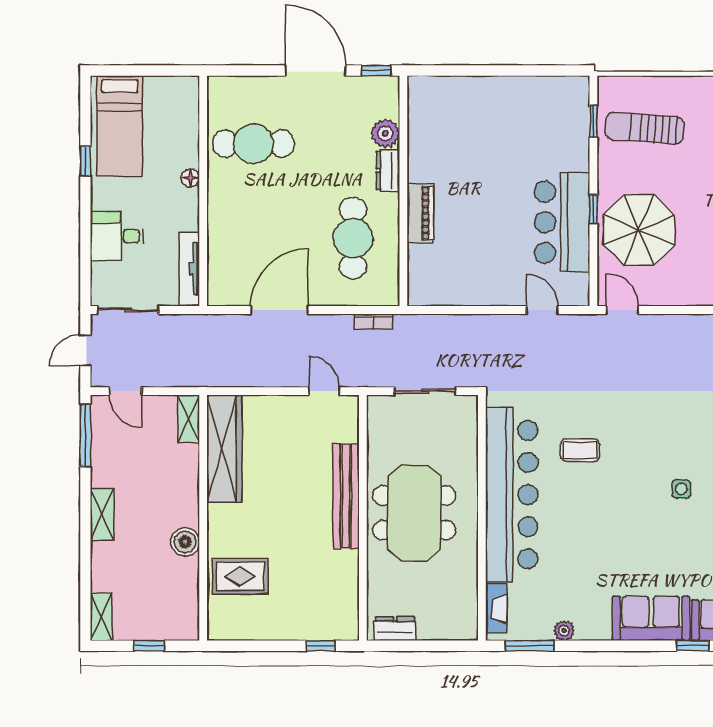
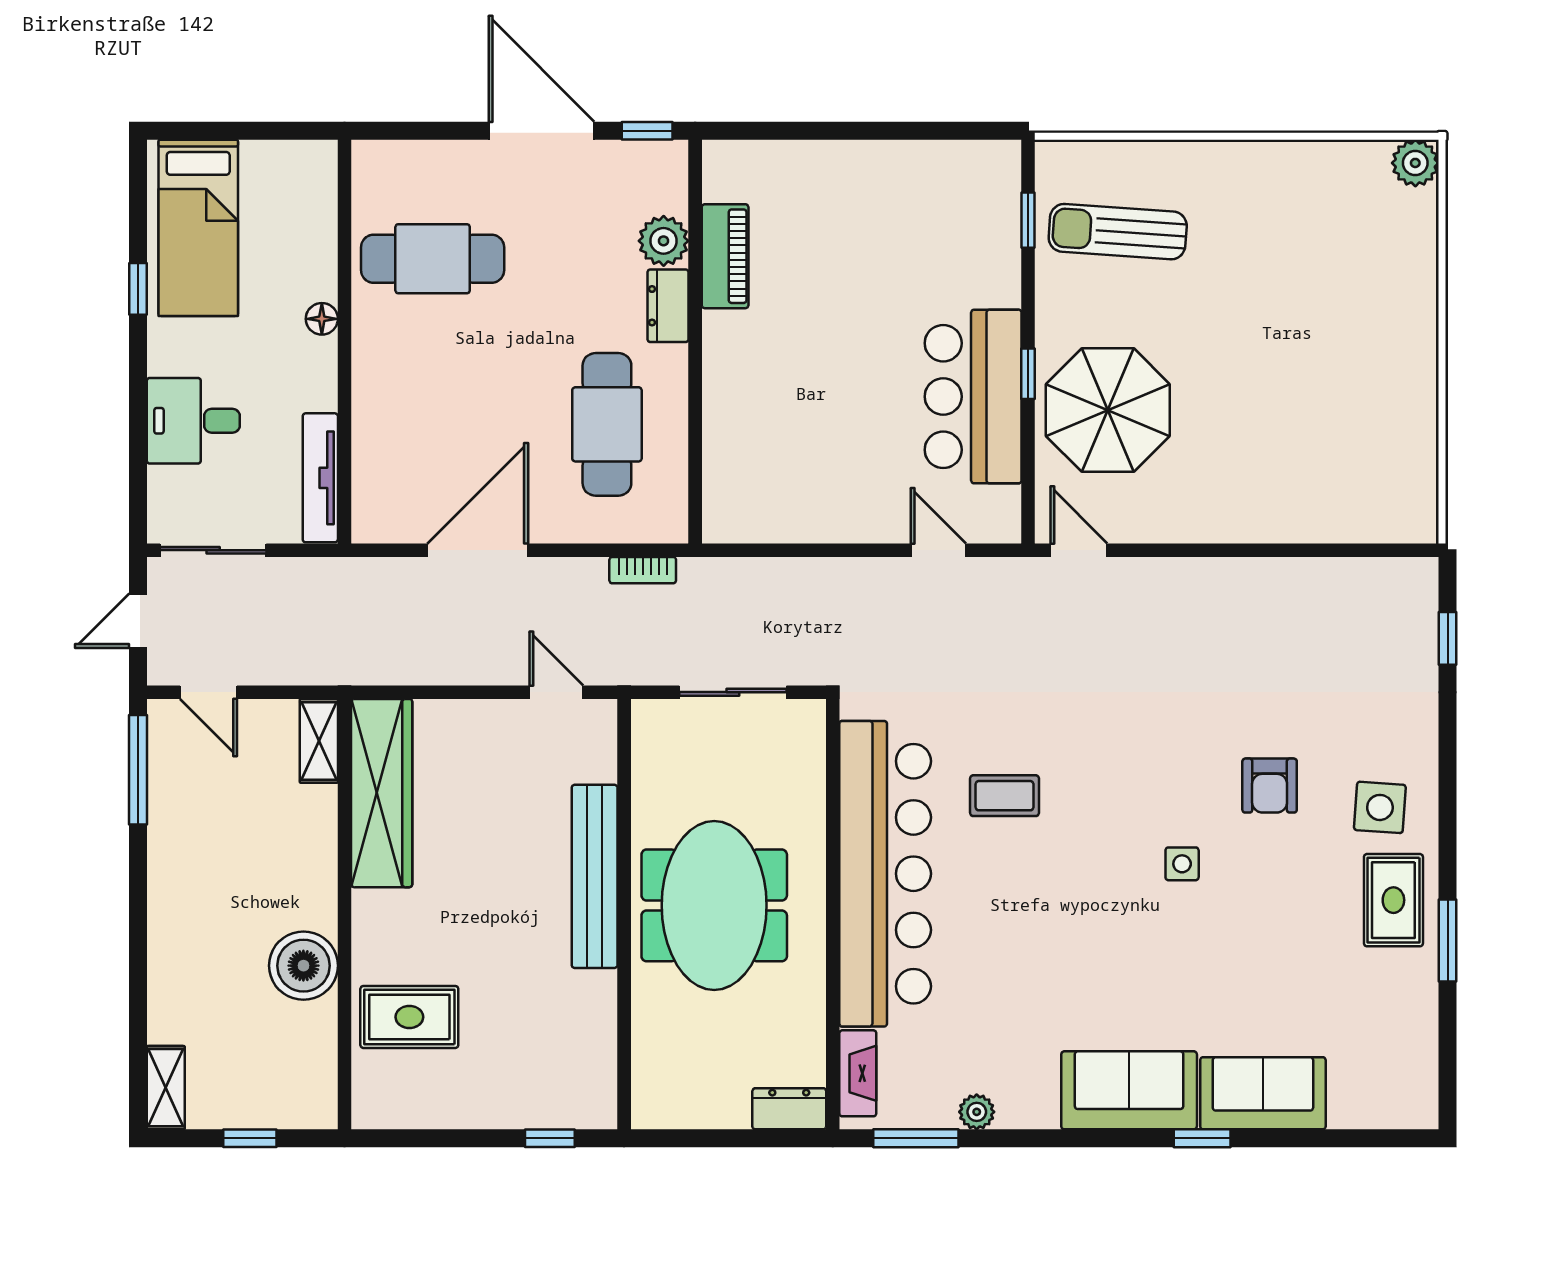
piano: (420, 213) -> (725, 256), moved
shelving: (102, 514) -> (167, 908), removed
boiler: (185, 542) -> (303, 966), width x1.37, depth x1.37
dresser: (395, 629) -> (789, 1109), moved

